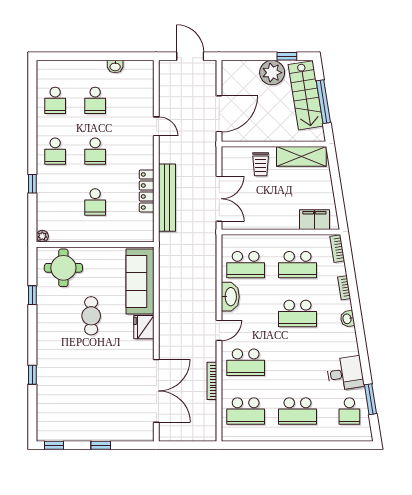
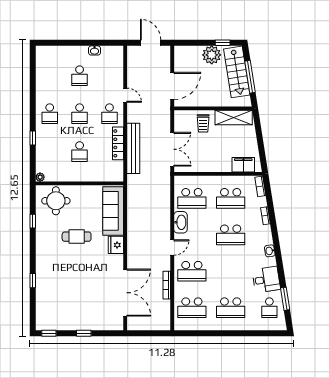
school desk: (55, 100) -> (109, 114), moved
cafe table: (91, 316) -> (77, 237), turned 90
washbasin: (347, 319) -> (270, 251), moved

